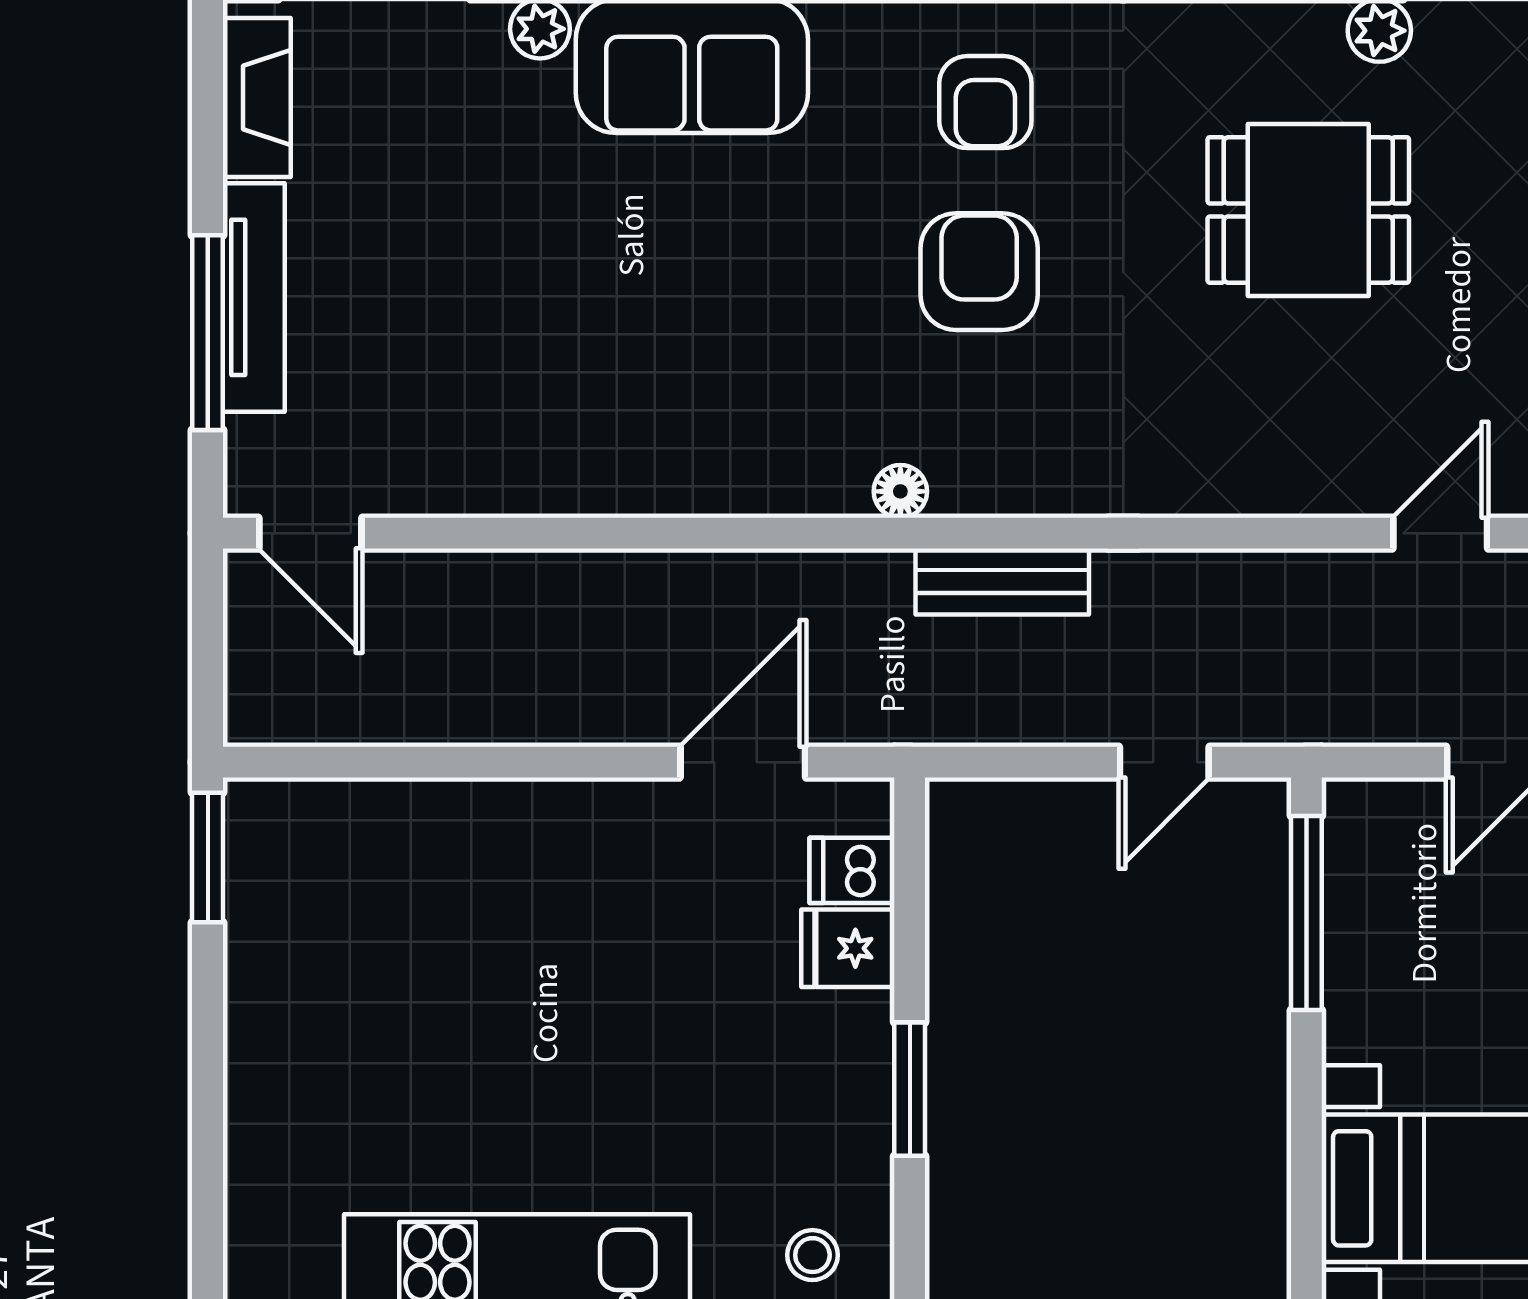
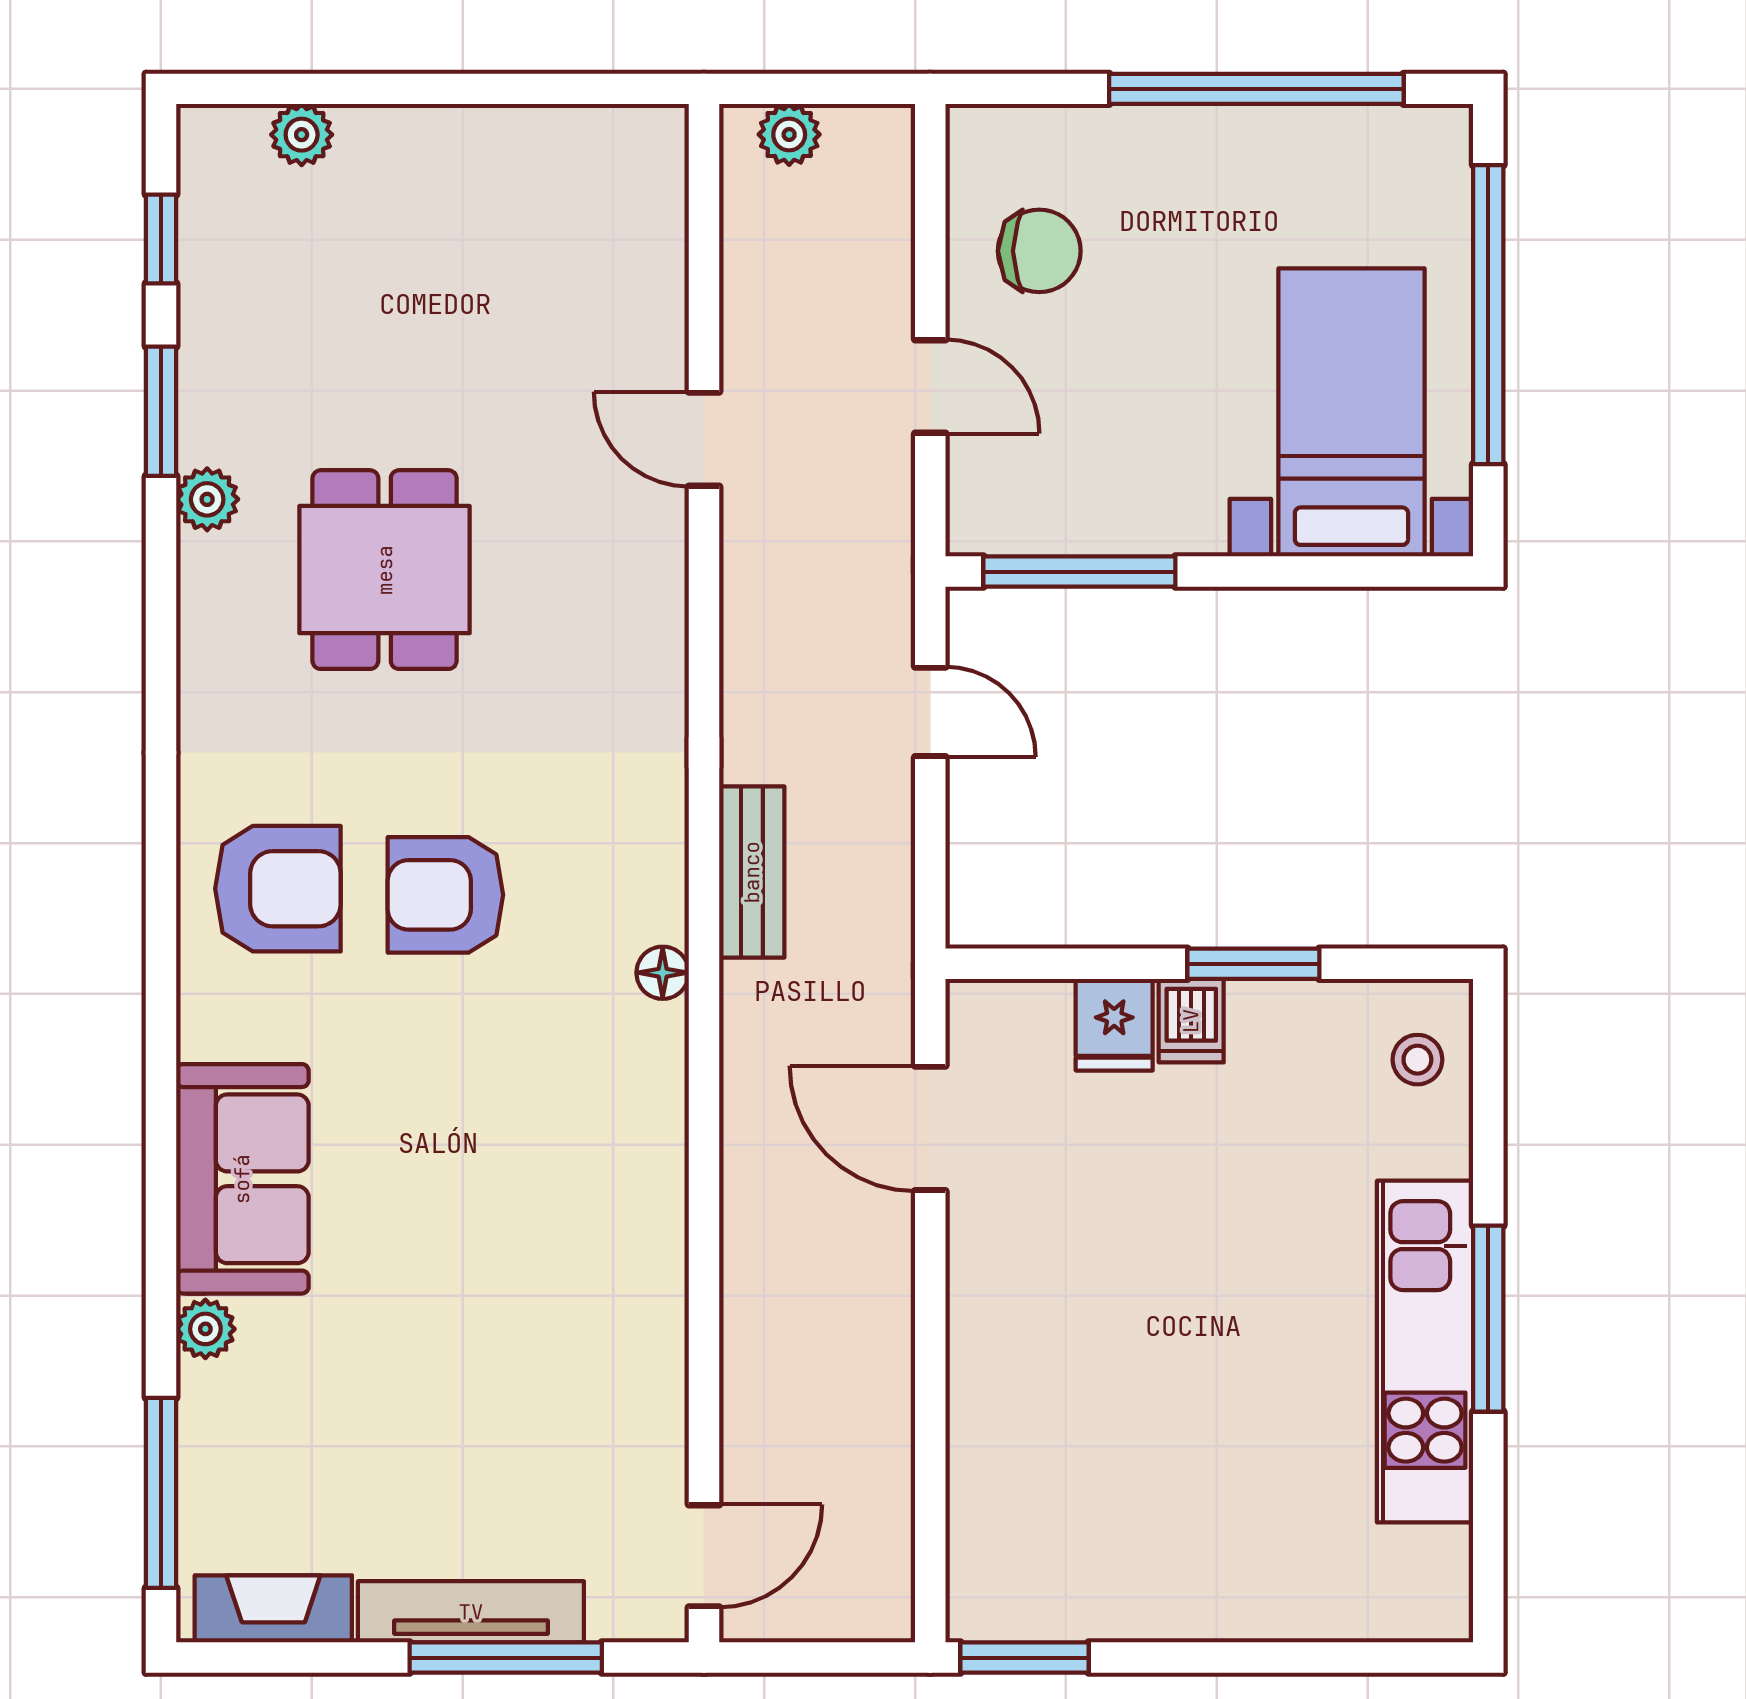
armchair: (985, 102) -> (278, 889), width x1.38, depth x1.38
dishwasher: (852, 870) -> (1191, 1021), moved

